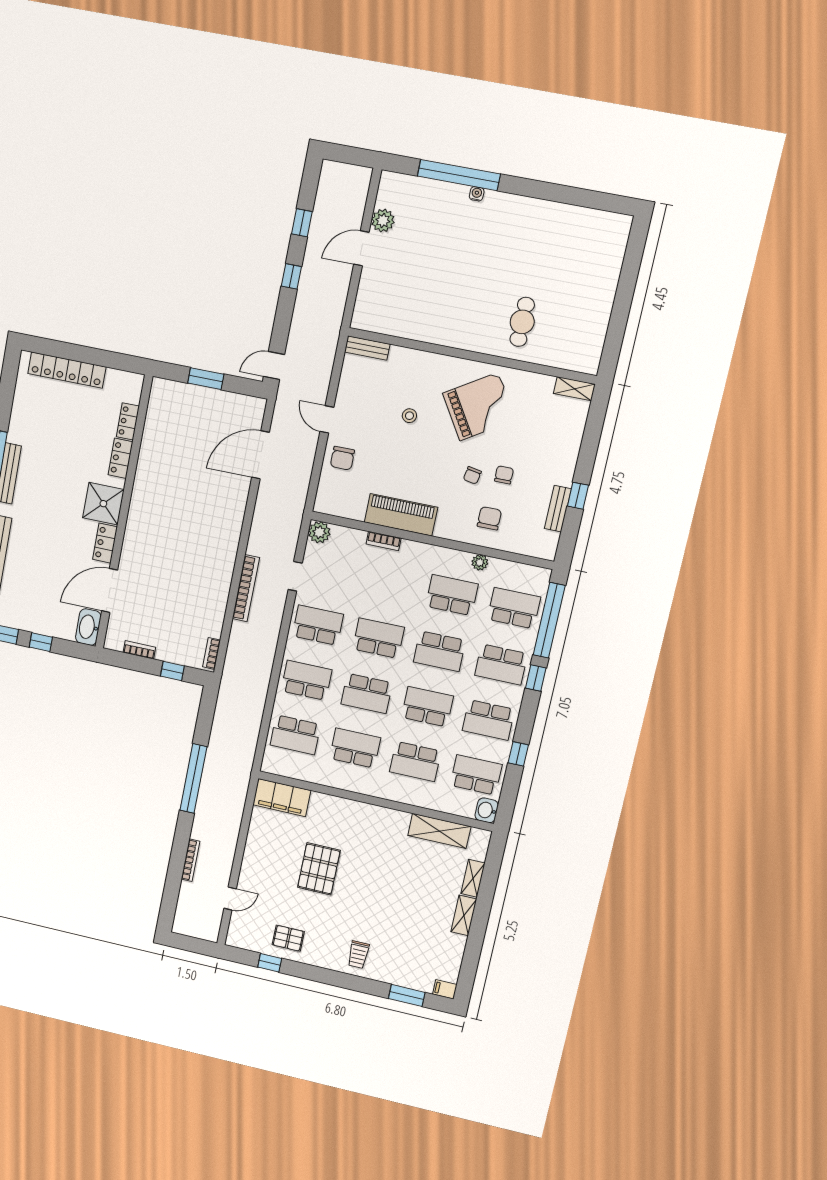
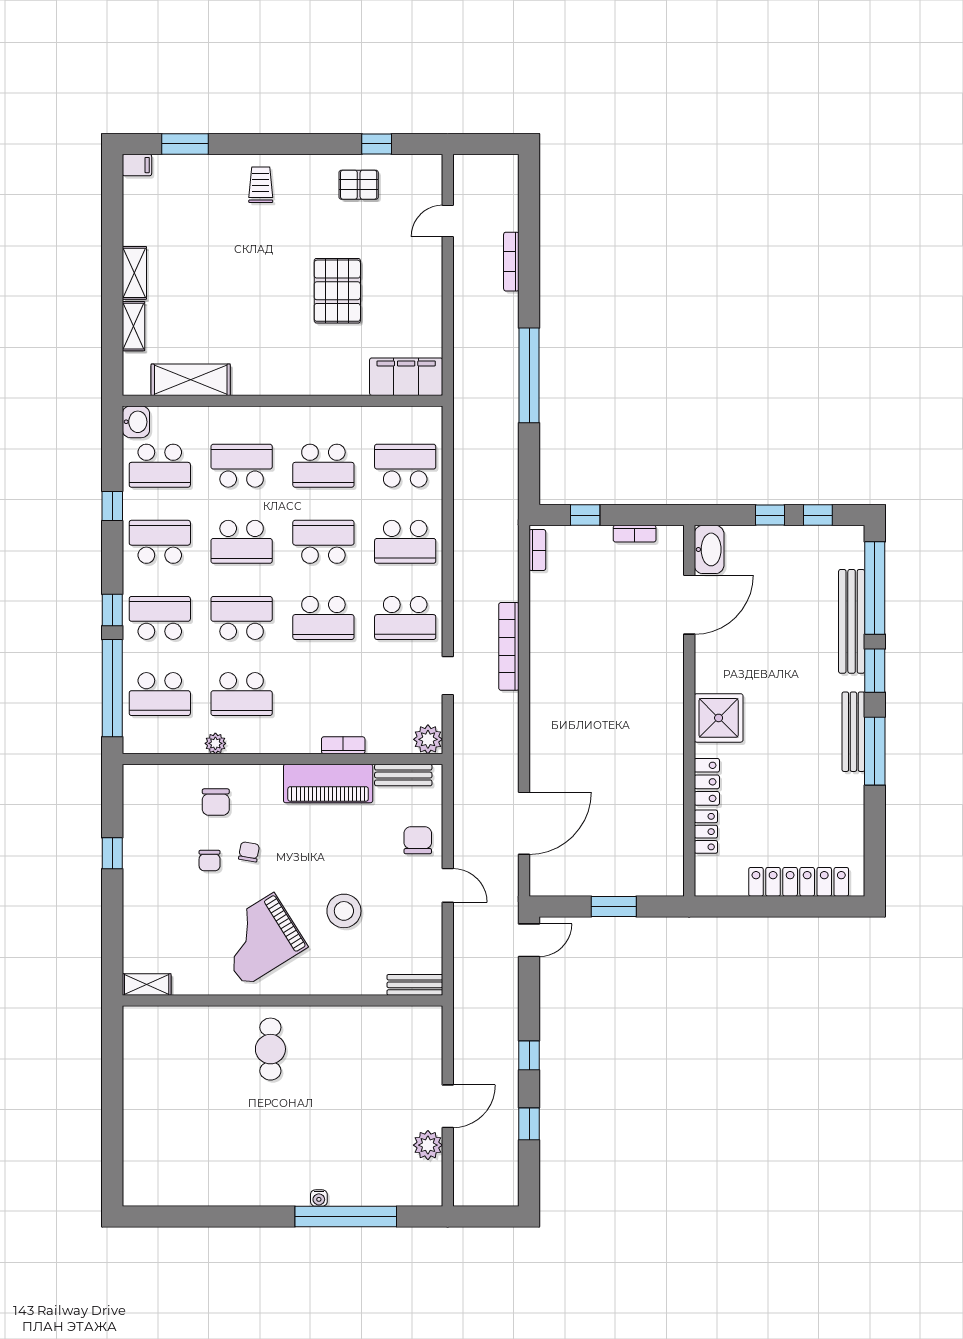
cafe table: (522, 322) -> (270, 1049), moved
stool: (409, 416) -> (344, 911), width x1.89, depth x1.89
bench: (558, 509) -> (403, 775), moved, turned 90
locker: (105, 543) -> (707, 666), removed

